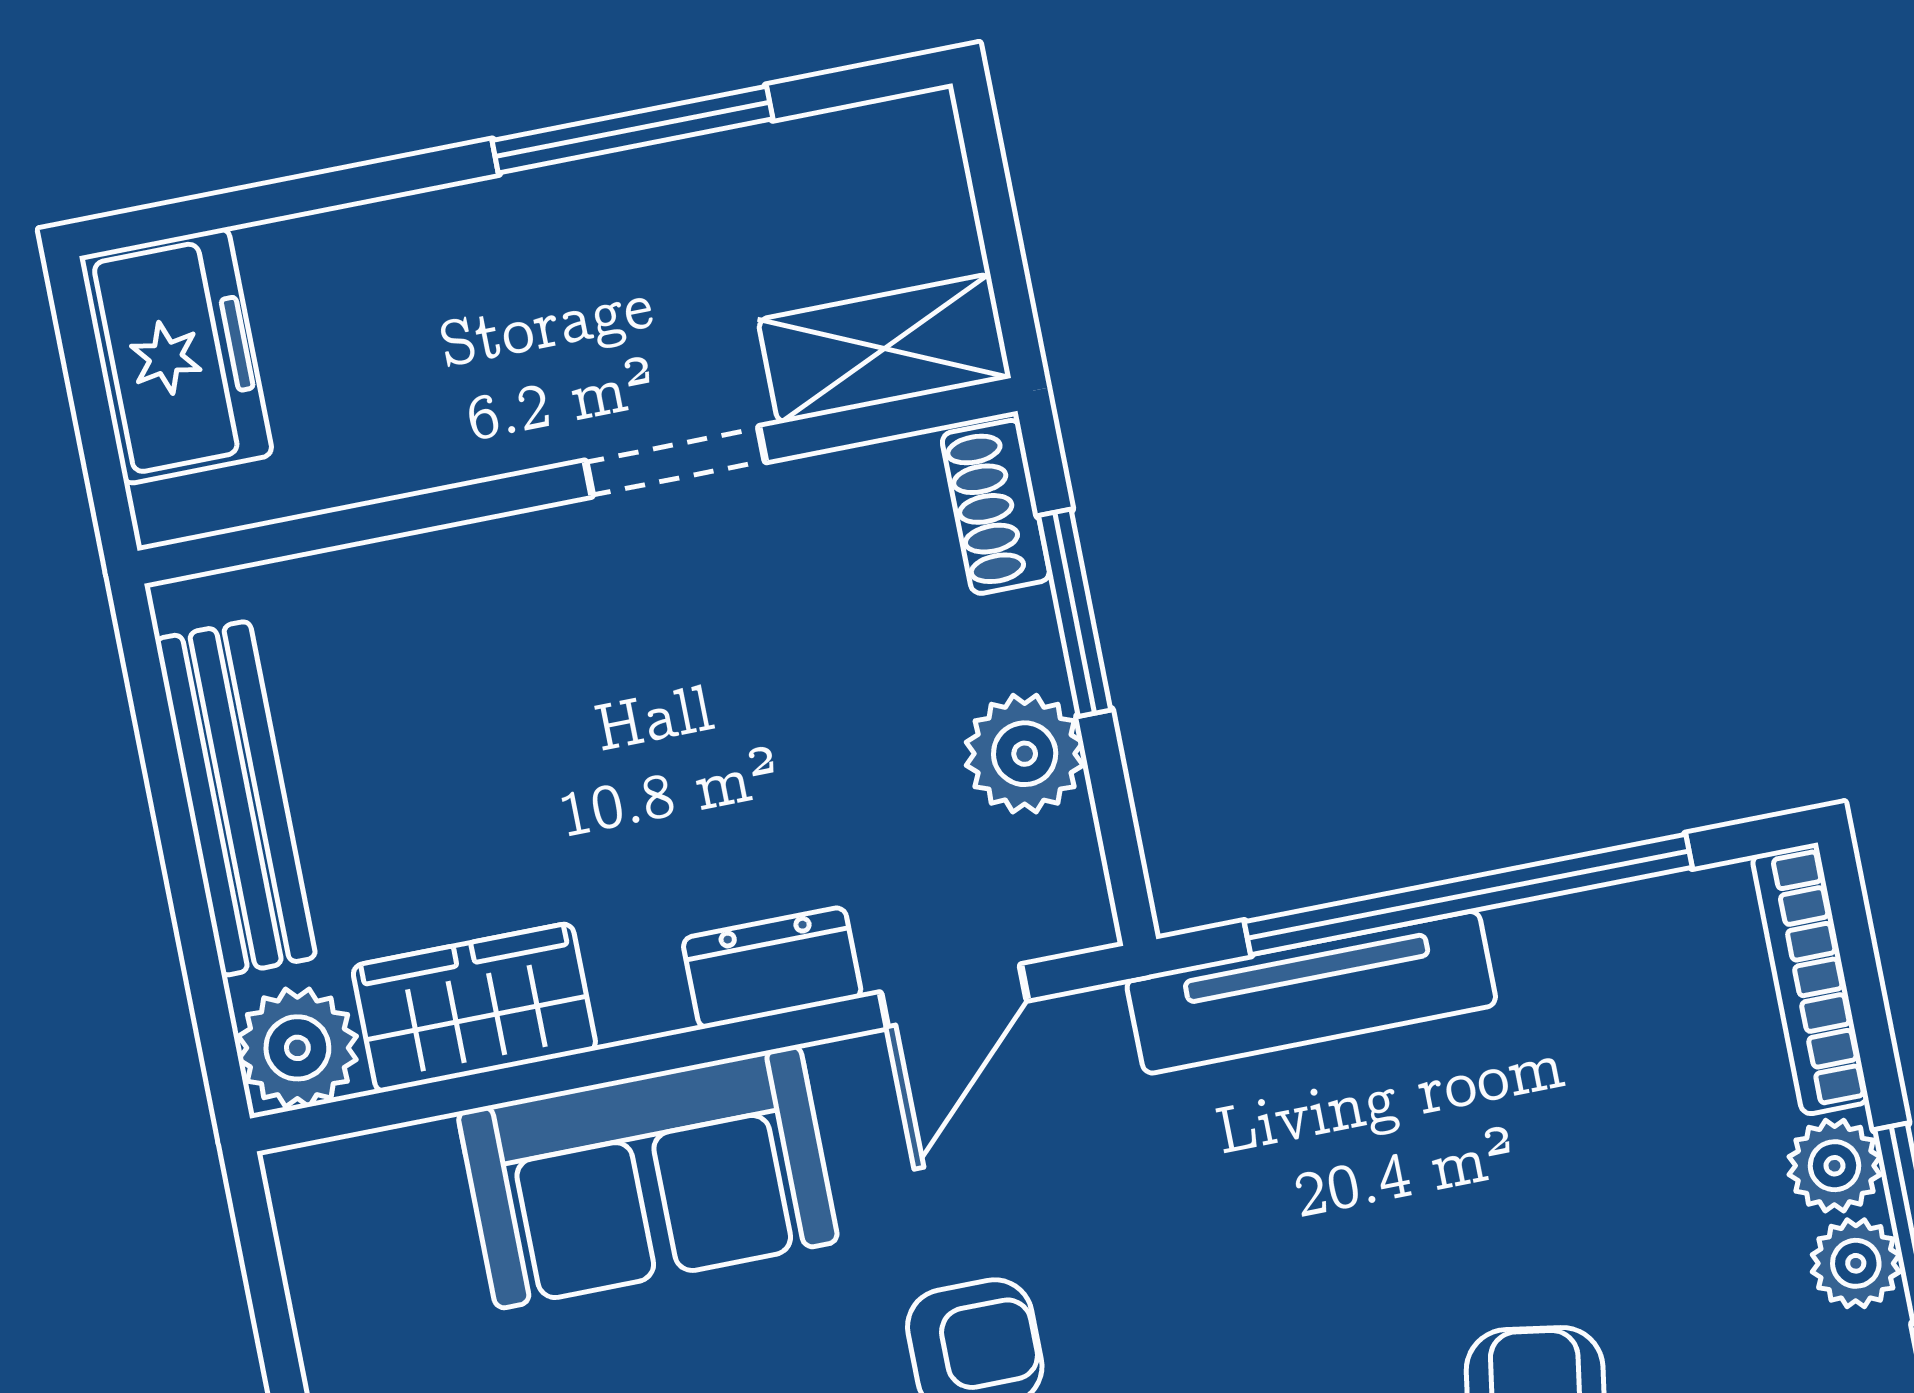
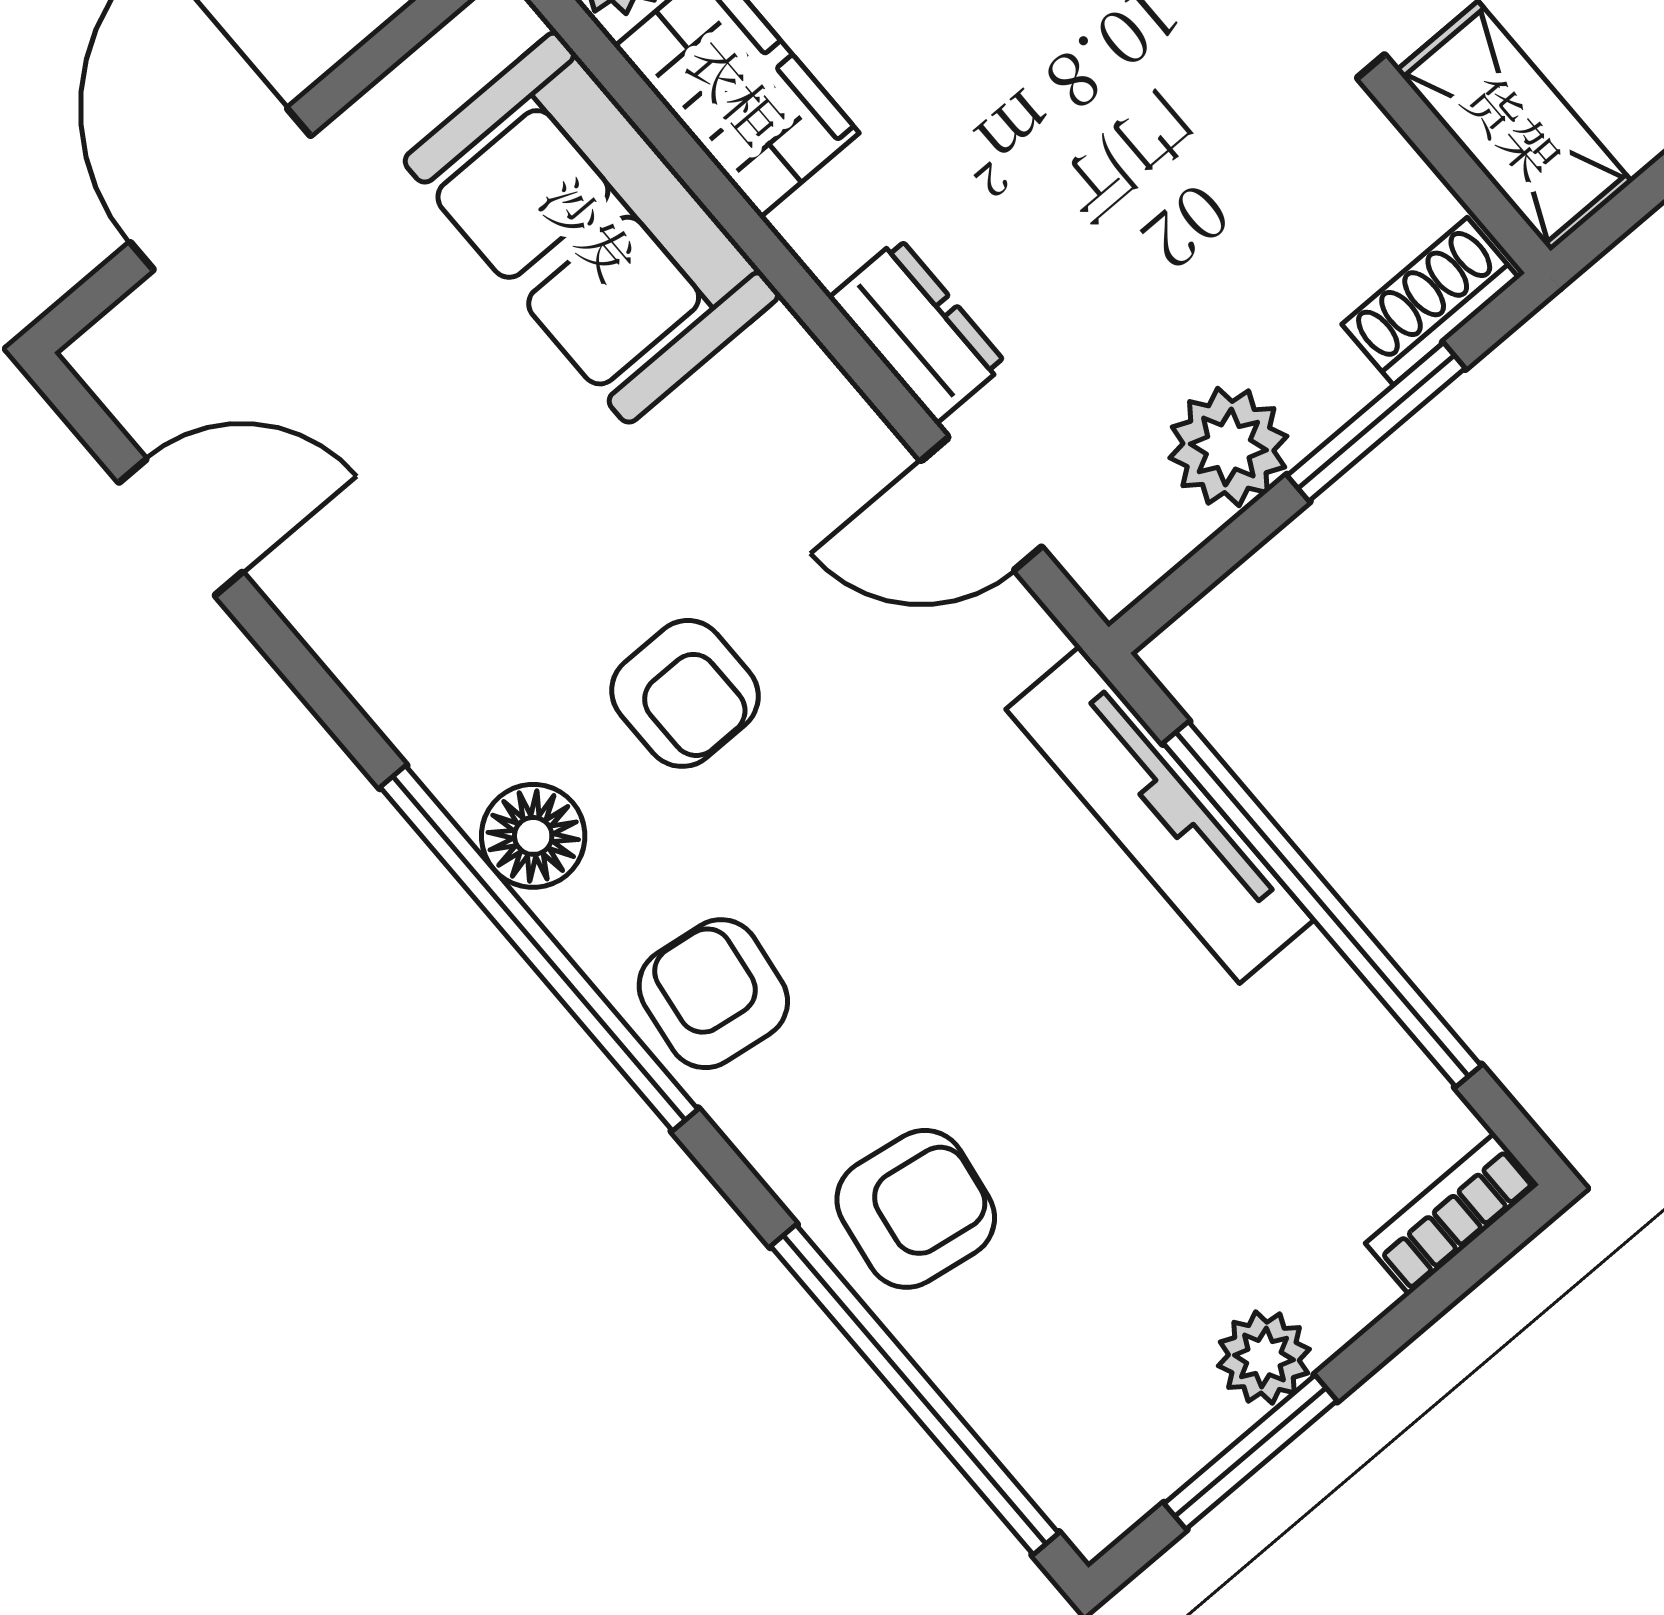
bookcase: (1810, 979) -> (1452, 1214), width x0.64
sofa: (648, 1177) -> (591, 228), moved
plant: (1856, 1263) -> (1189, 1424), removed

